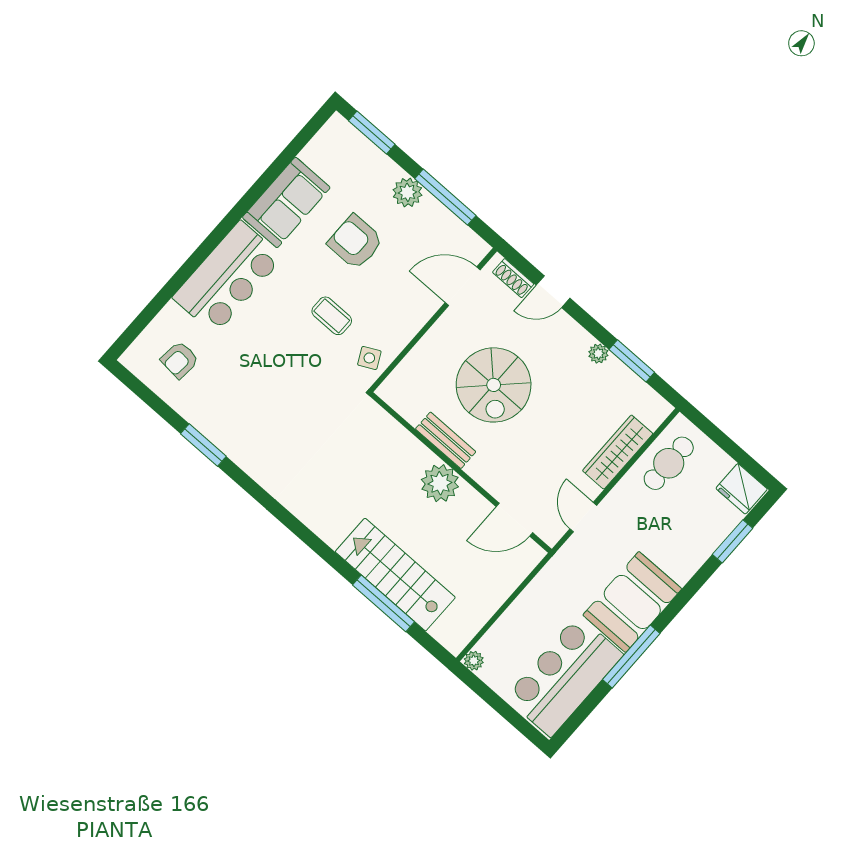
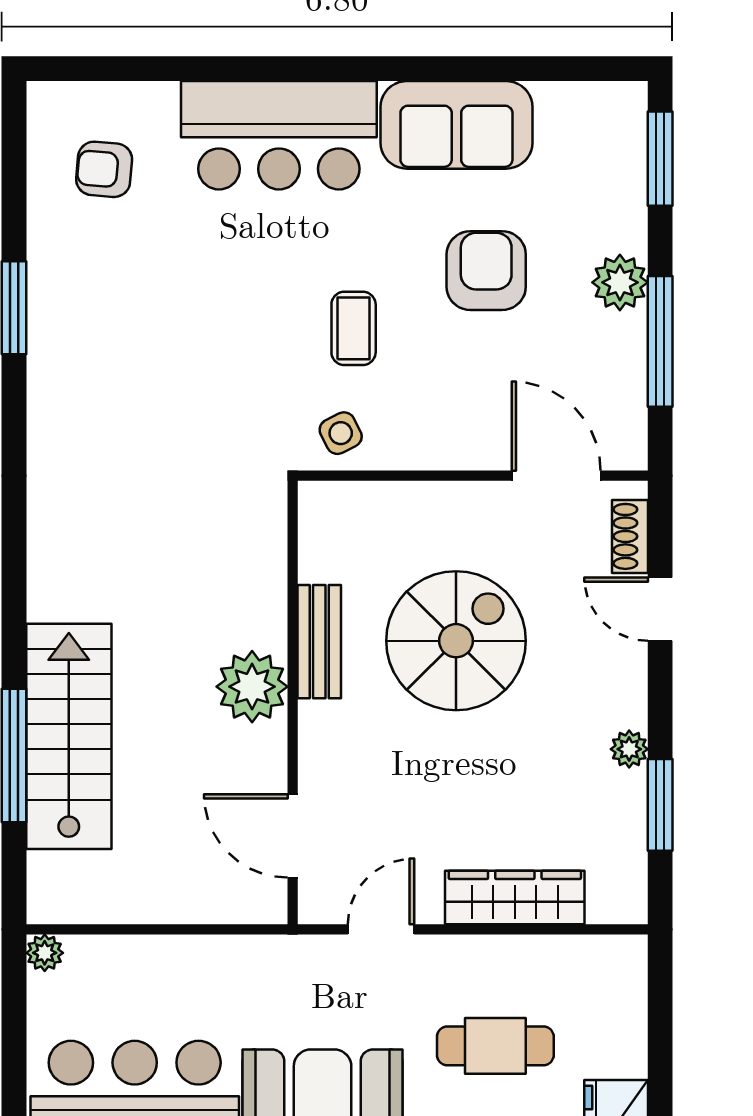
spiral stairs: (494, 385) -> (456, 641), turned 180
cafe table: (669, 463) -> (495, 1046), moved

